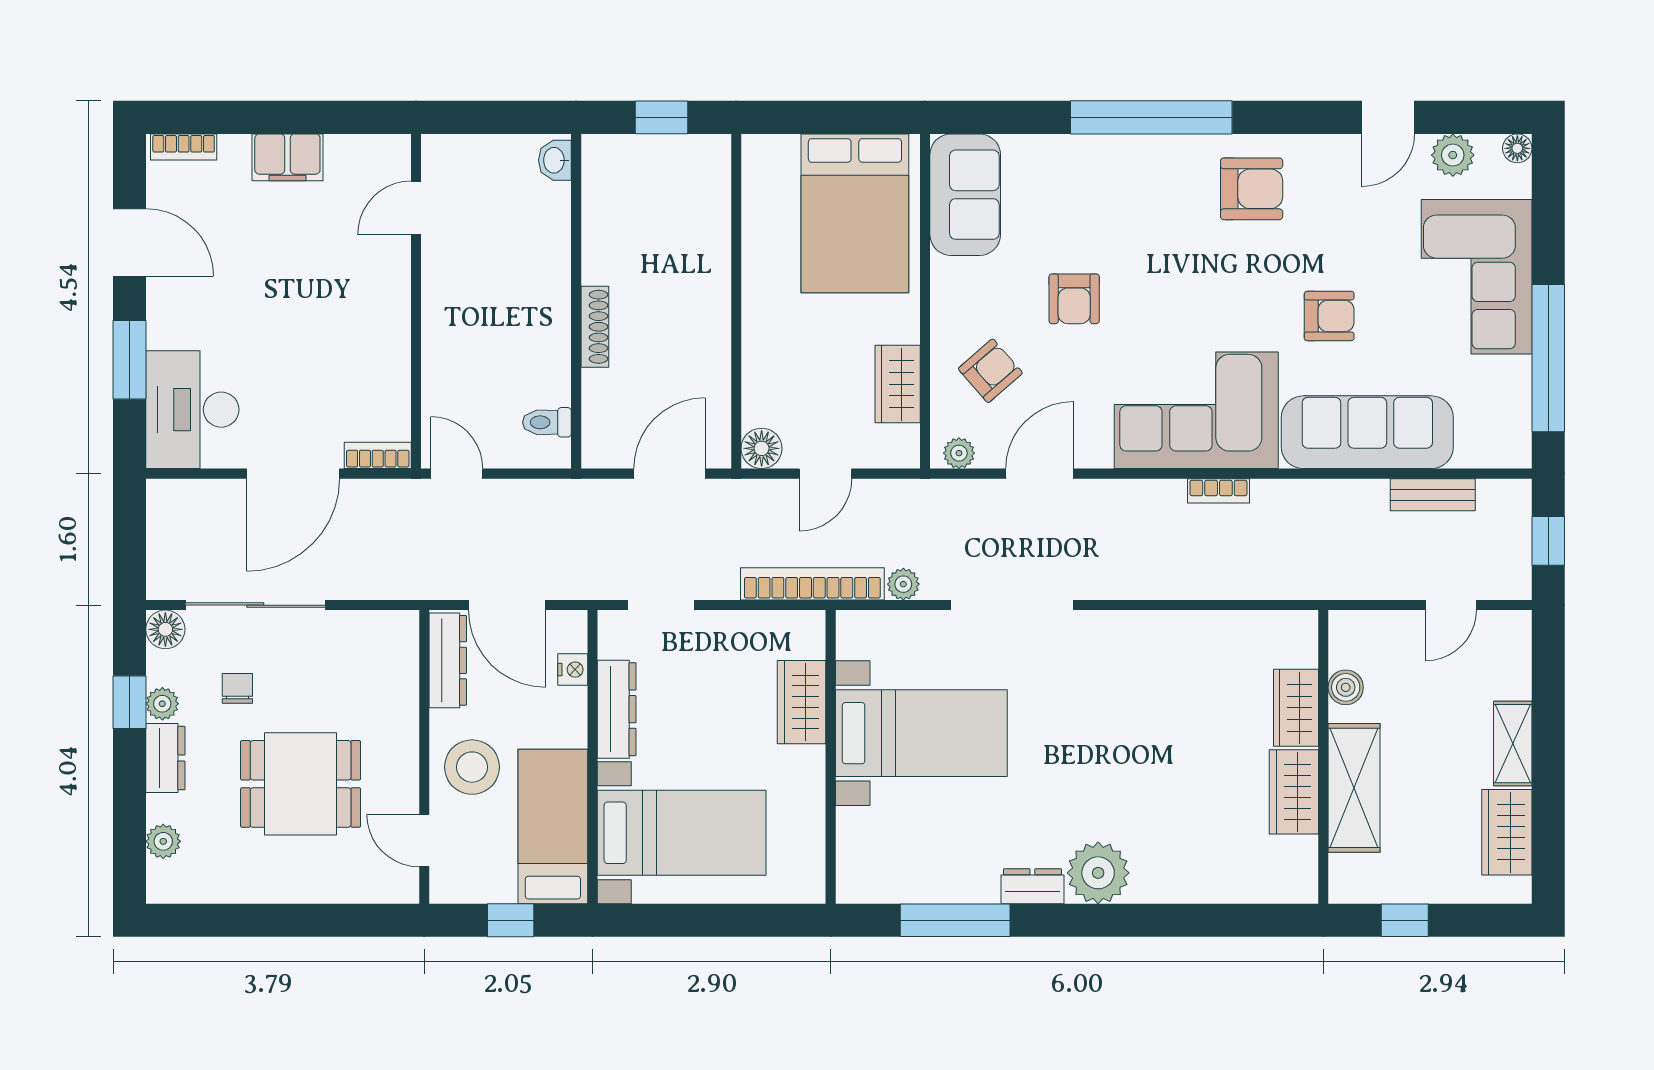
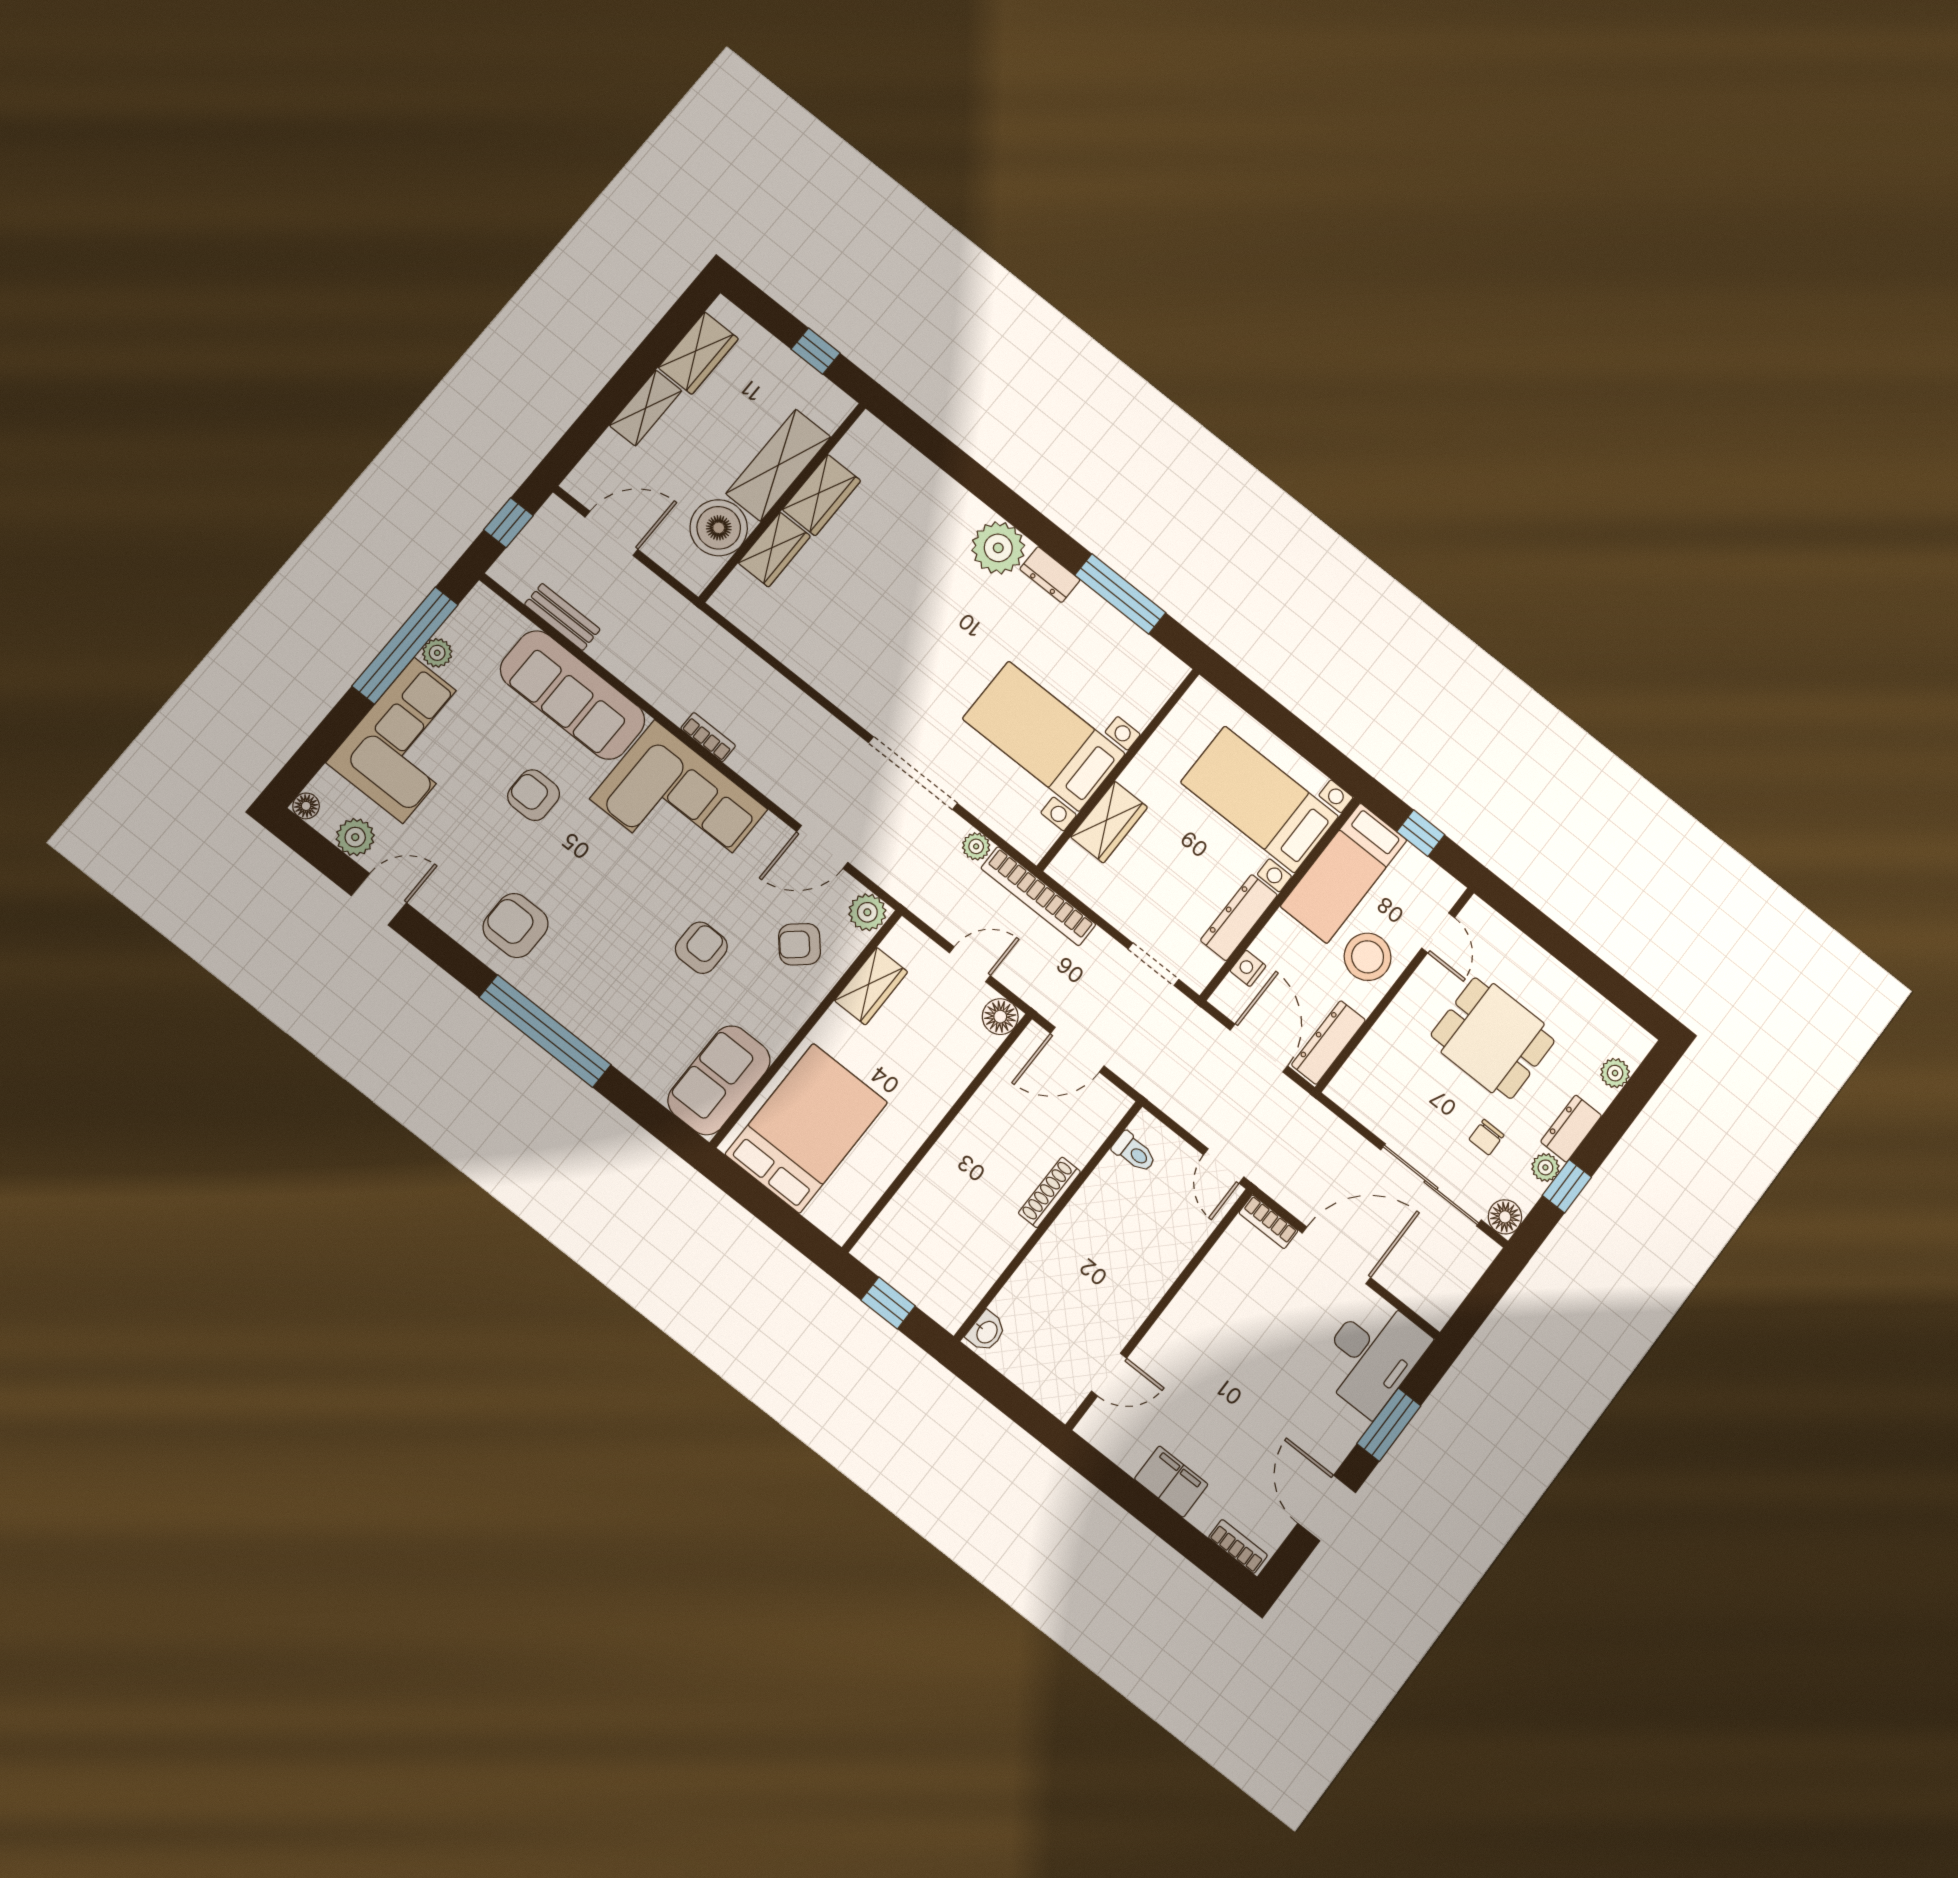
plant: (1515, 374) -> (437, 653), added
plant: (959, 453) -> (867, 912), width x1.38, depth x1.38
door: (1451, 605) -> (611, 533), width x1.38
boiler: (1346, 687) -> (719, 528), width x1.86, depth x1.86

